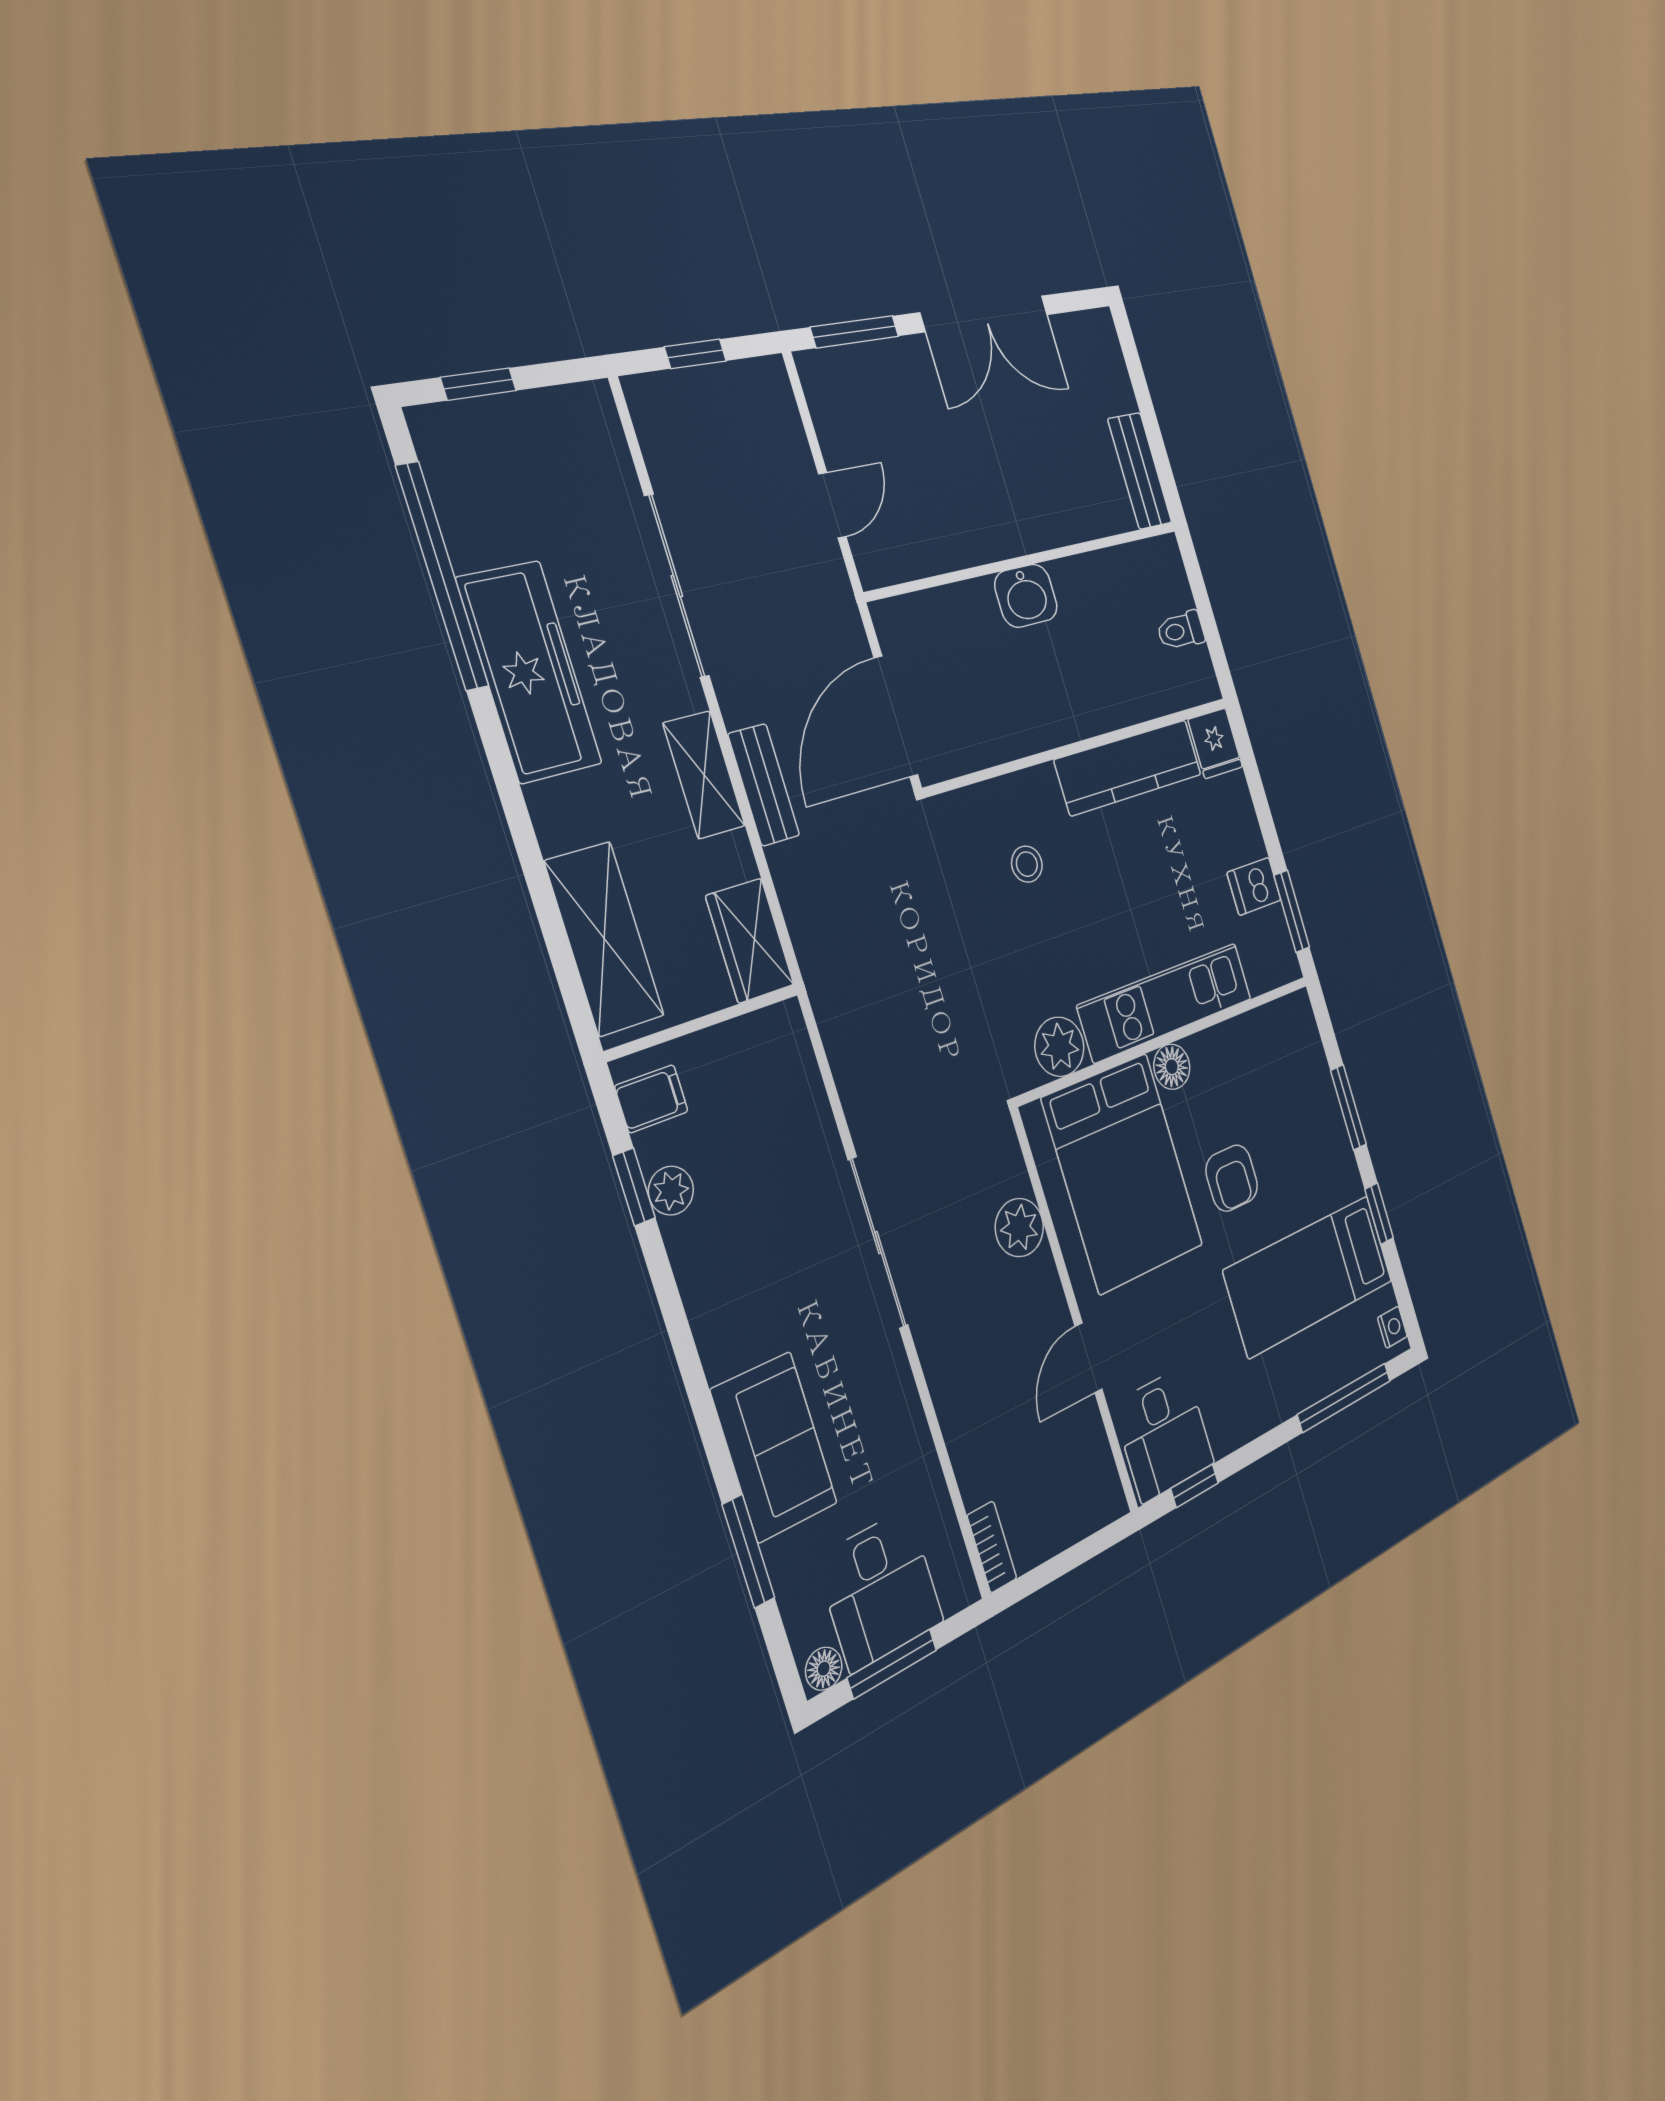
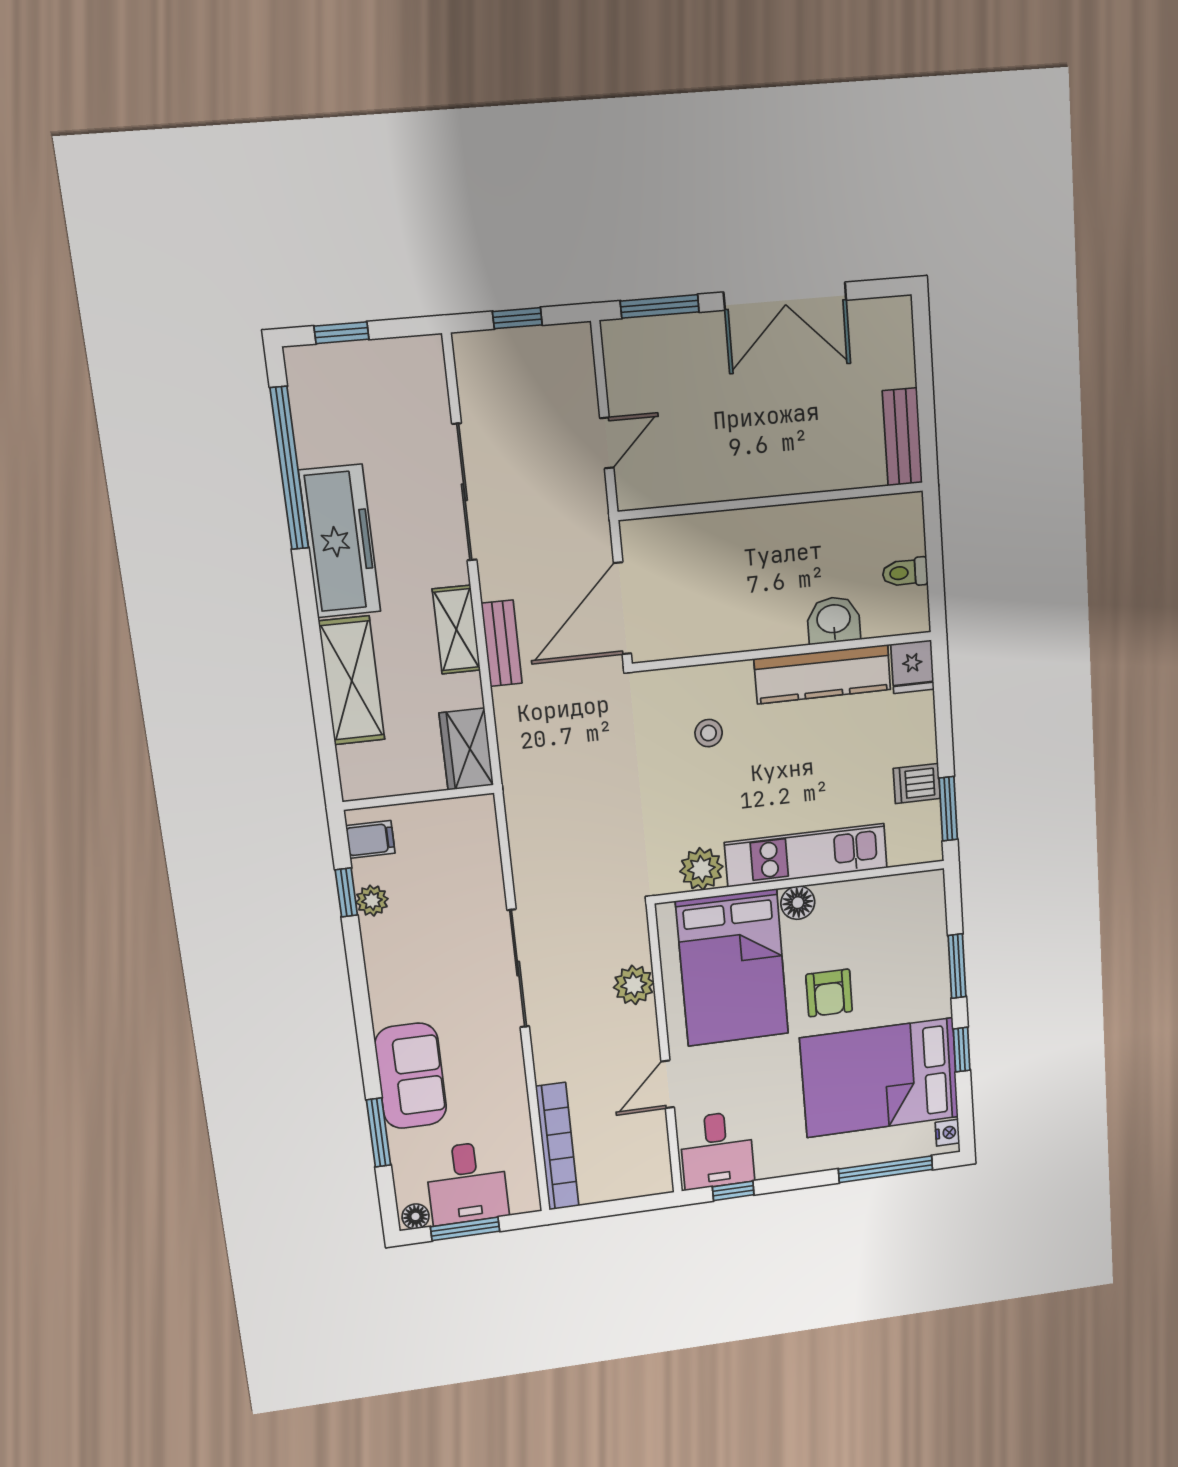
washbasin: (1026, 596) -> (834, 620), moved, turned 180
shelving: (604, 939) -> (352, 681), moved
bed: (1309, 1276) -> (880, 1078), width x1.50
bookcase: (992, 1547) -> (557, 1147), width x2.31, depth x1.31

